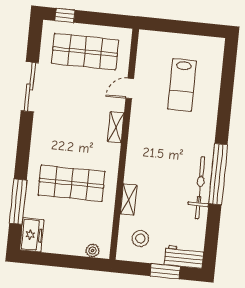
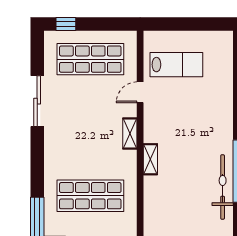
lab bench: (182, 85) -> (176, 65), moved, turned -90
shelving: (129, 199) -> (150, 159), moved

